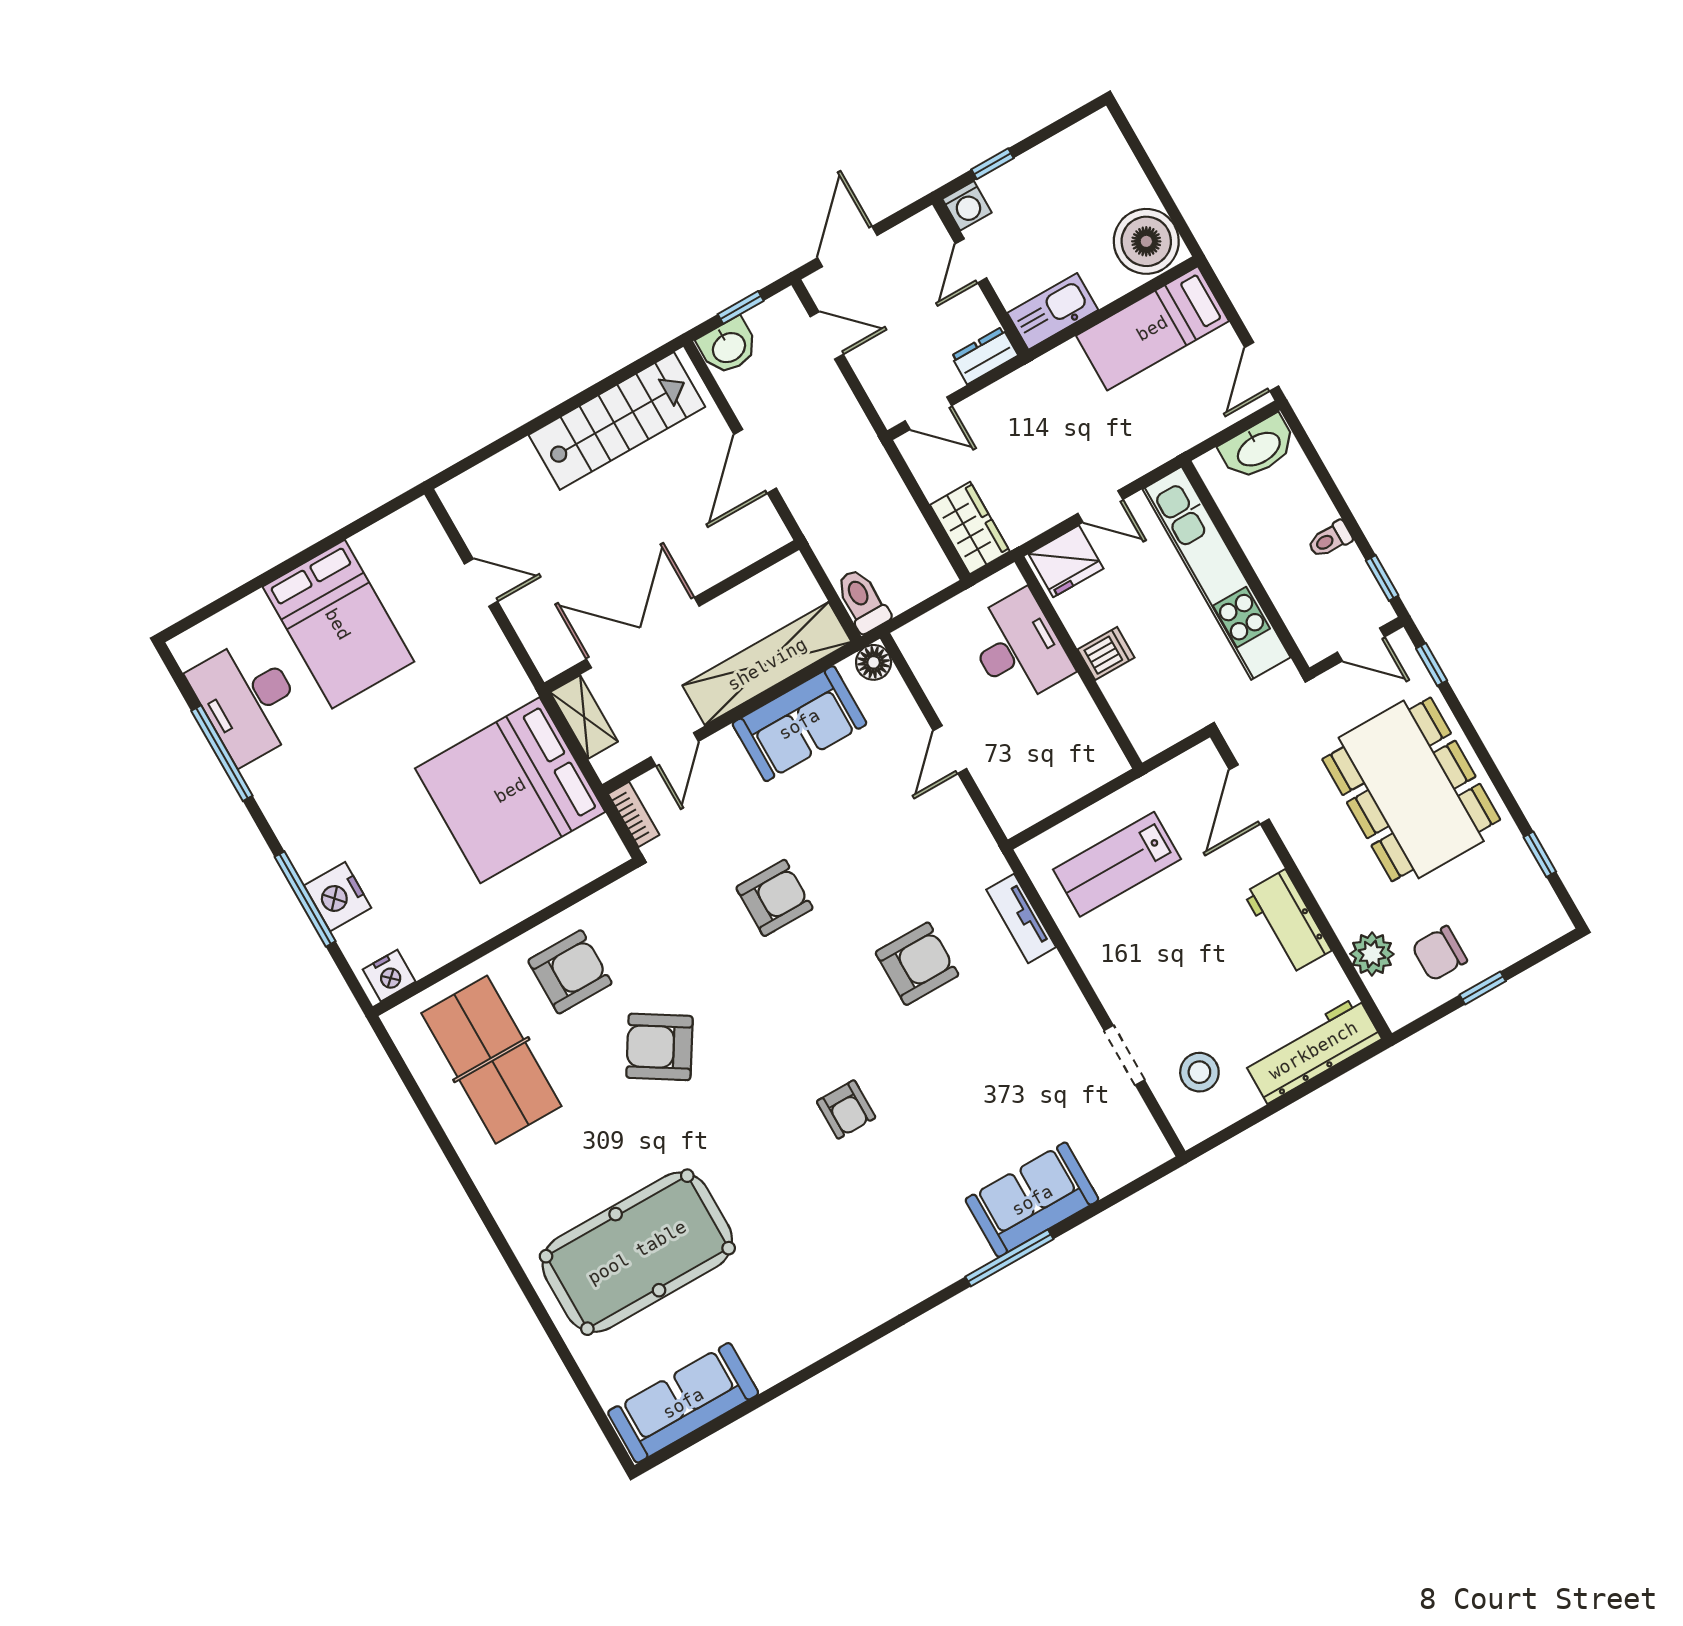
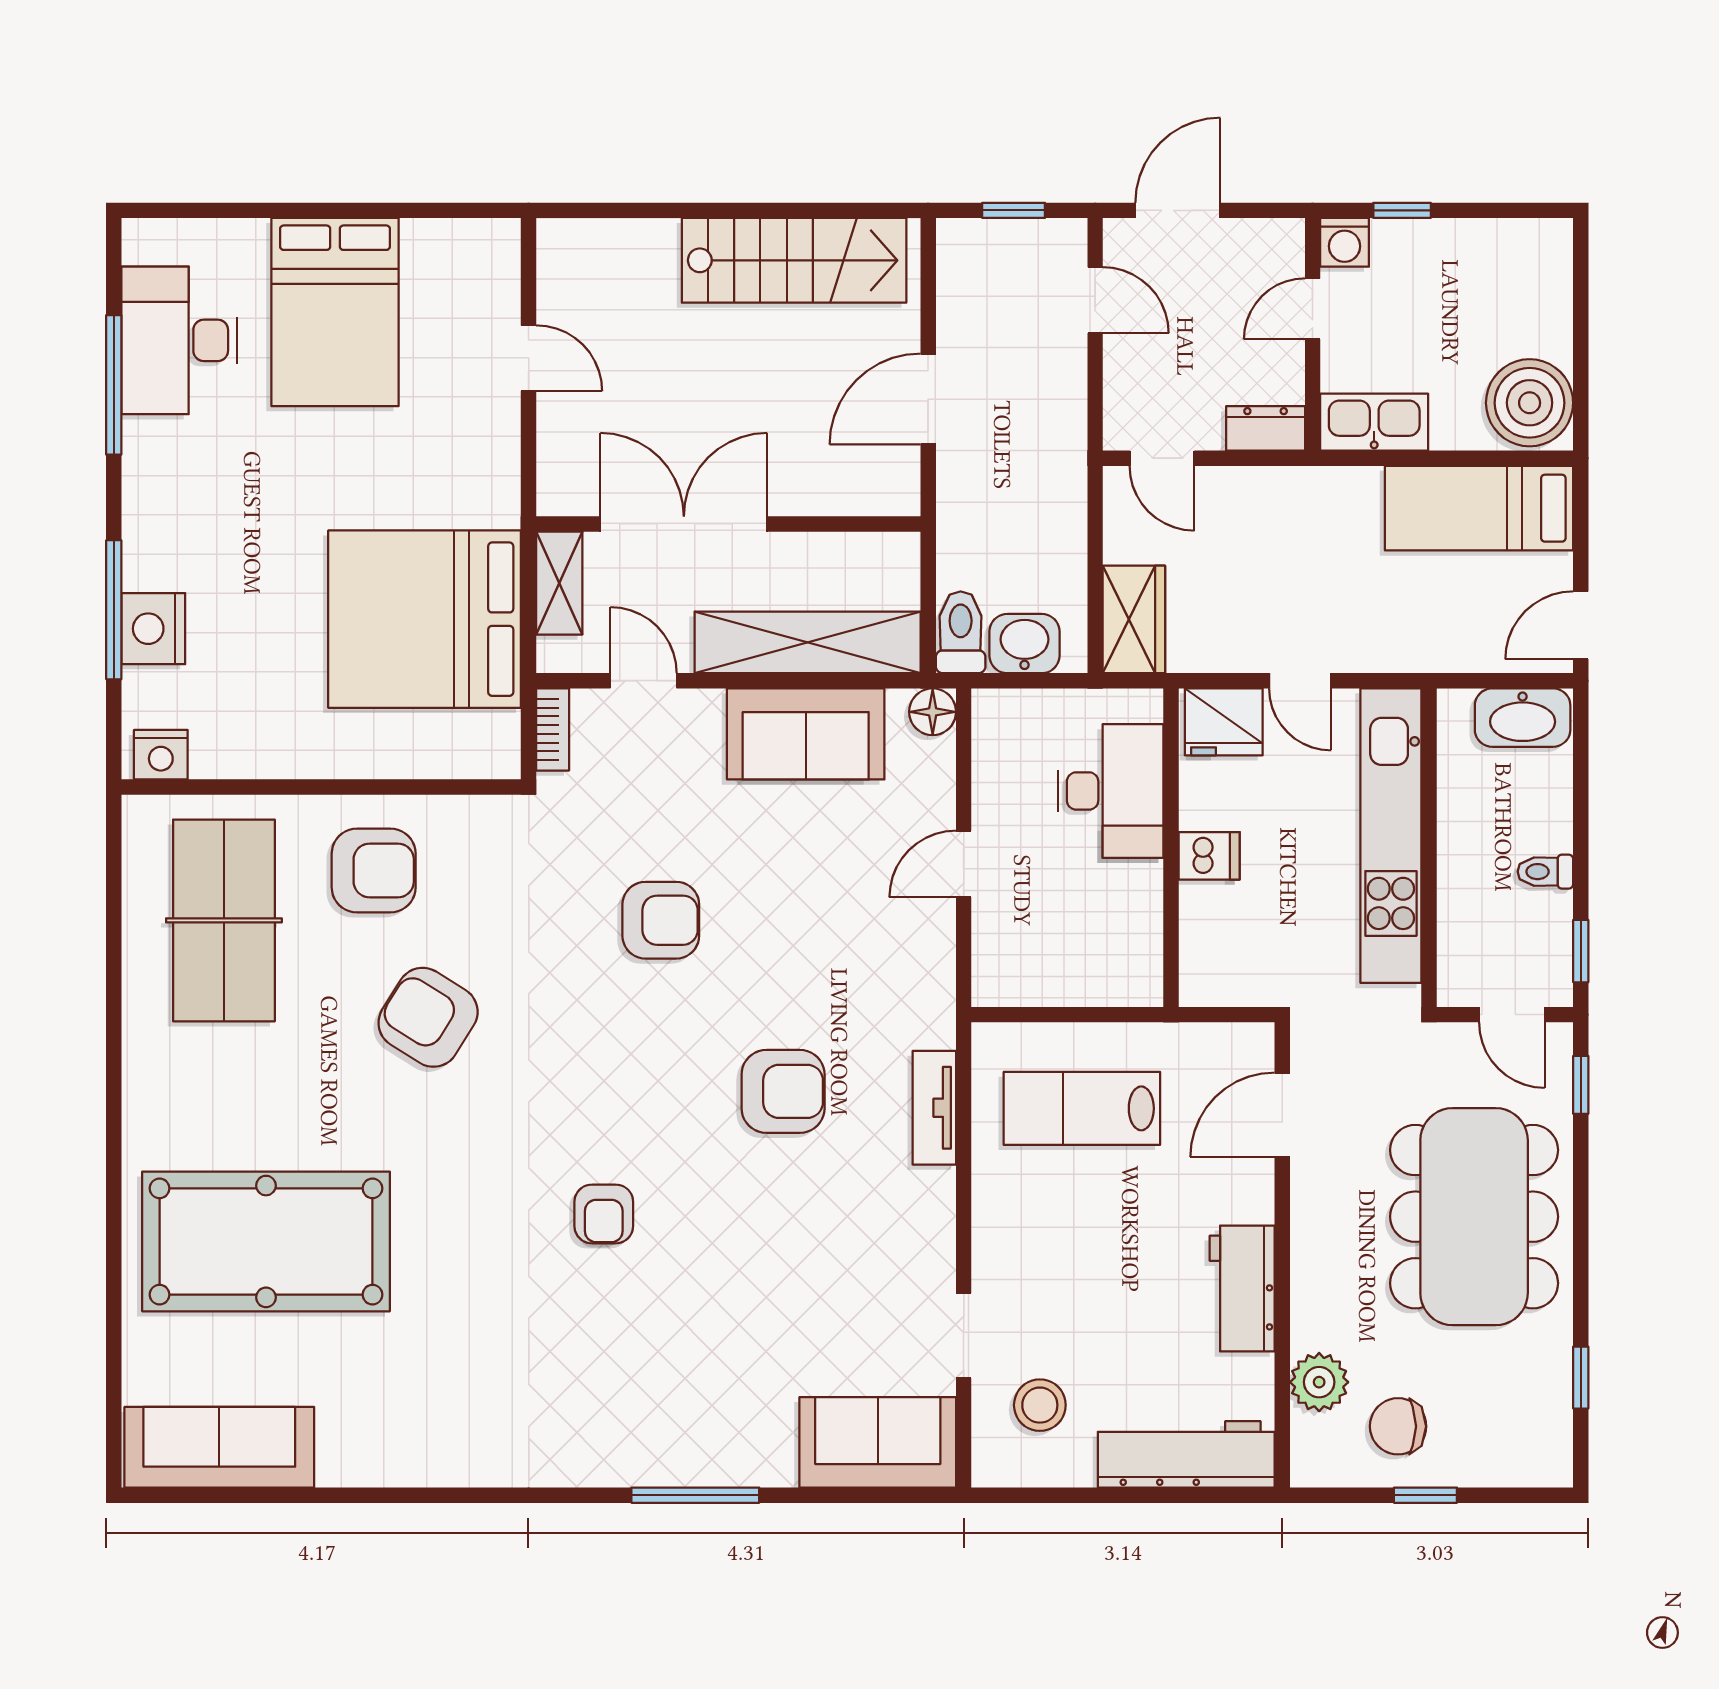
washbasin: (728, 346) -> (1025, 644), moved, turned 180
door: (675, 749) -> (644, 681), swing flipped
sofa: (1032, 1200) -> (878, 1442), moved

